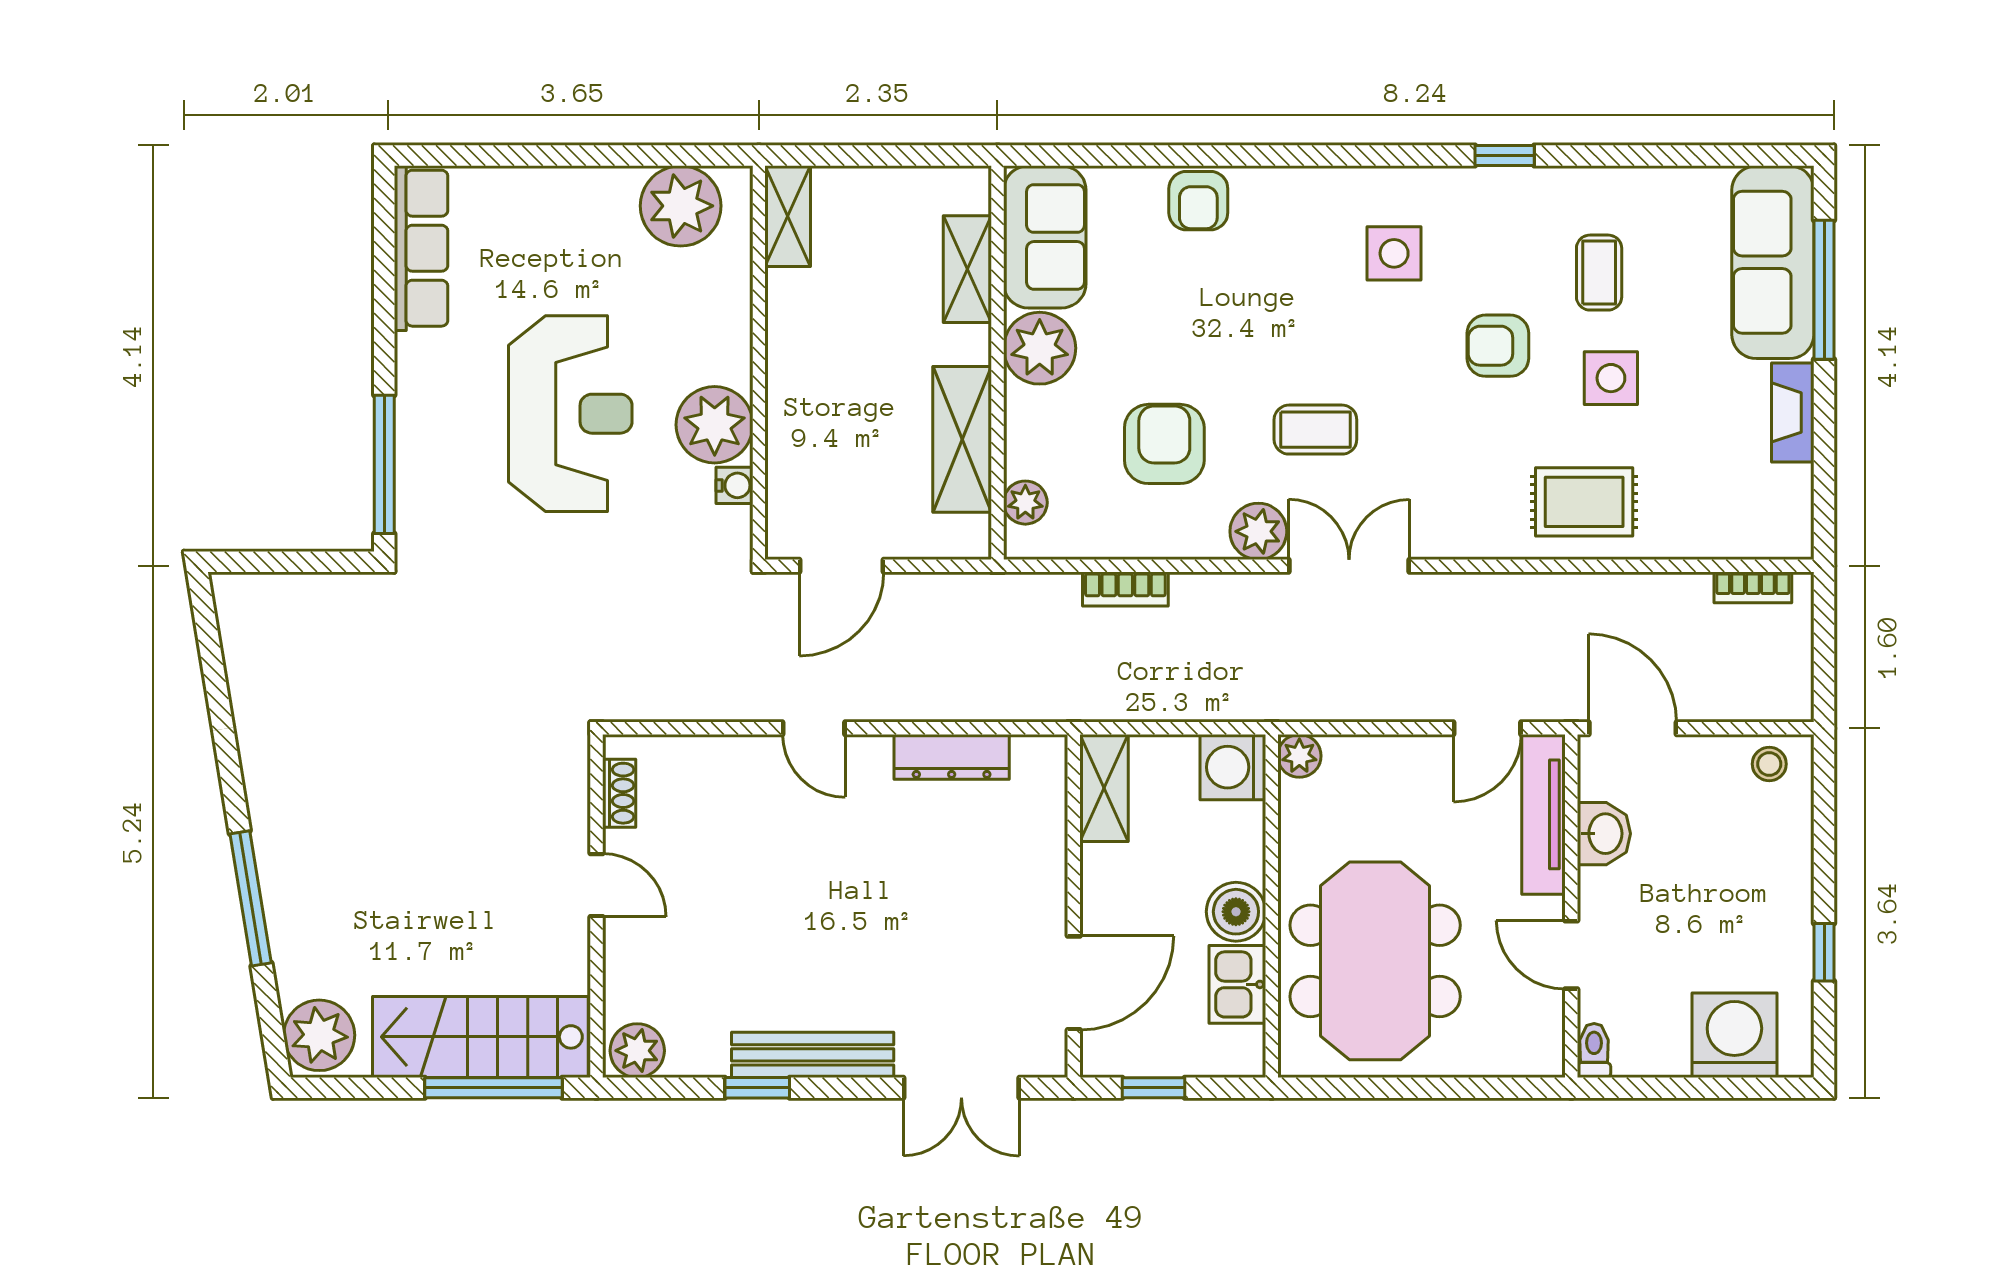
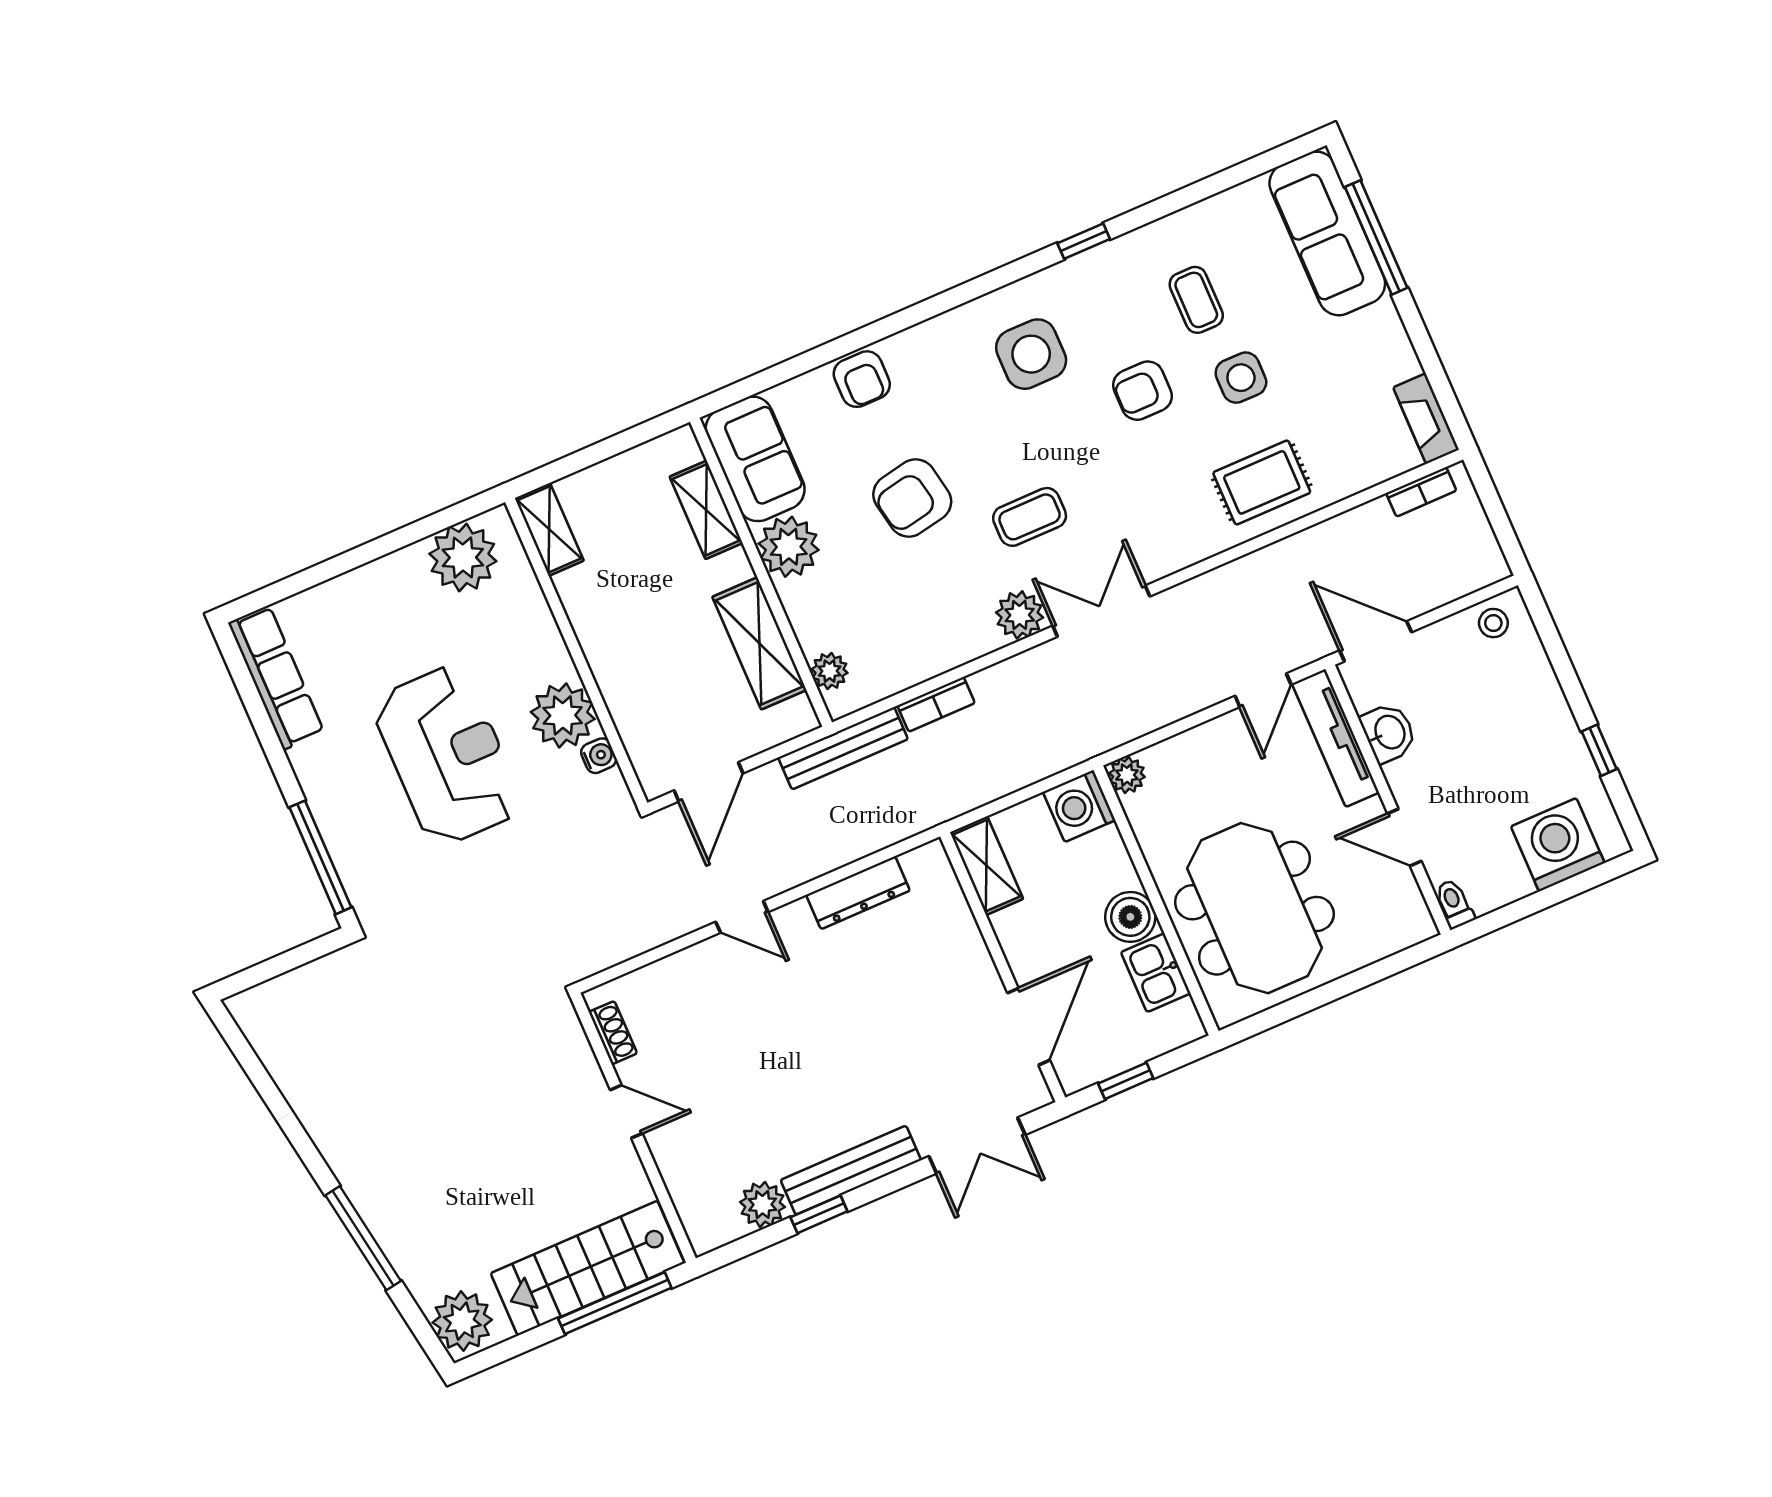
side table: (1394, 253) -> (1031, 354), width x1.37, depth x1.37
fireplace: (1793, 412) -> (1426, 419), moved
armchair: (1164, 444) -> (912, 498), moved, turned -101
bench: (1004, 593) -> (843, 748), added
plant: (637, 1051) -> (762, 1205), moved

